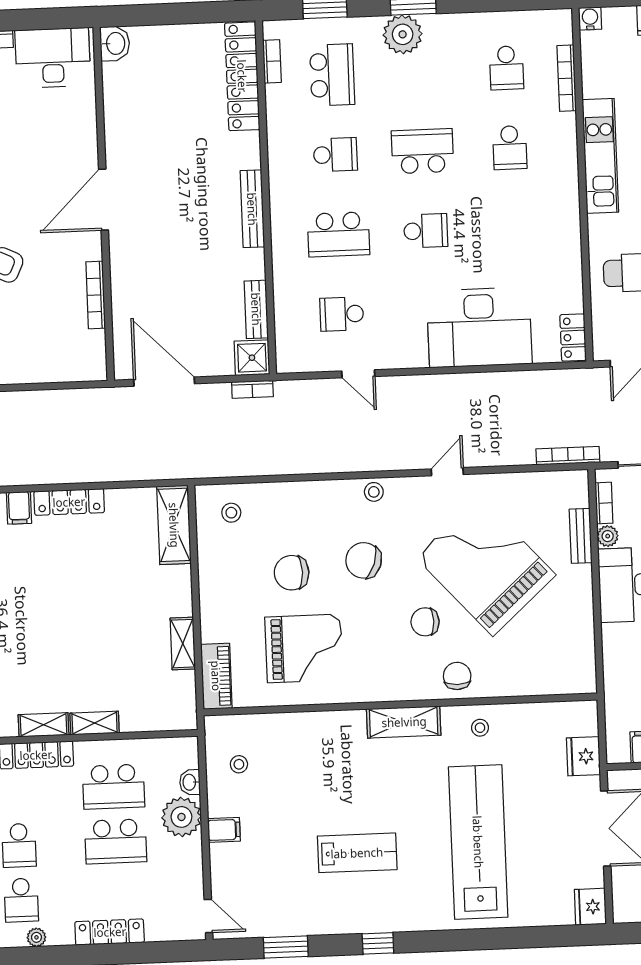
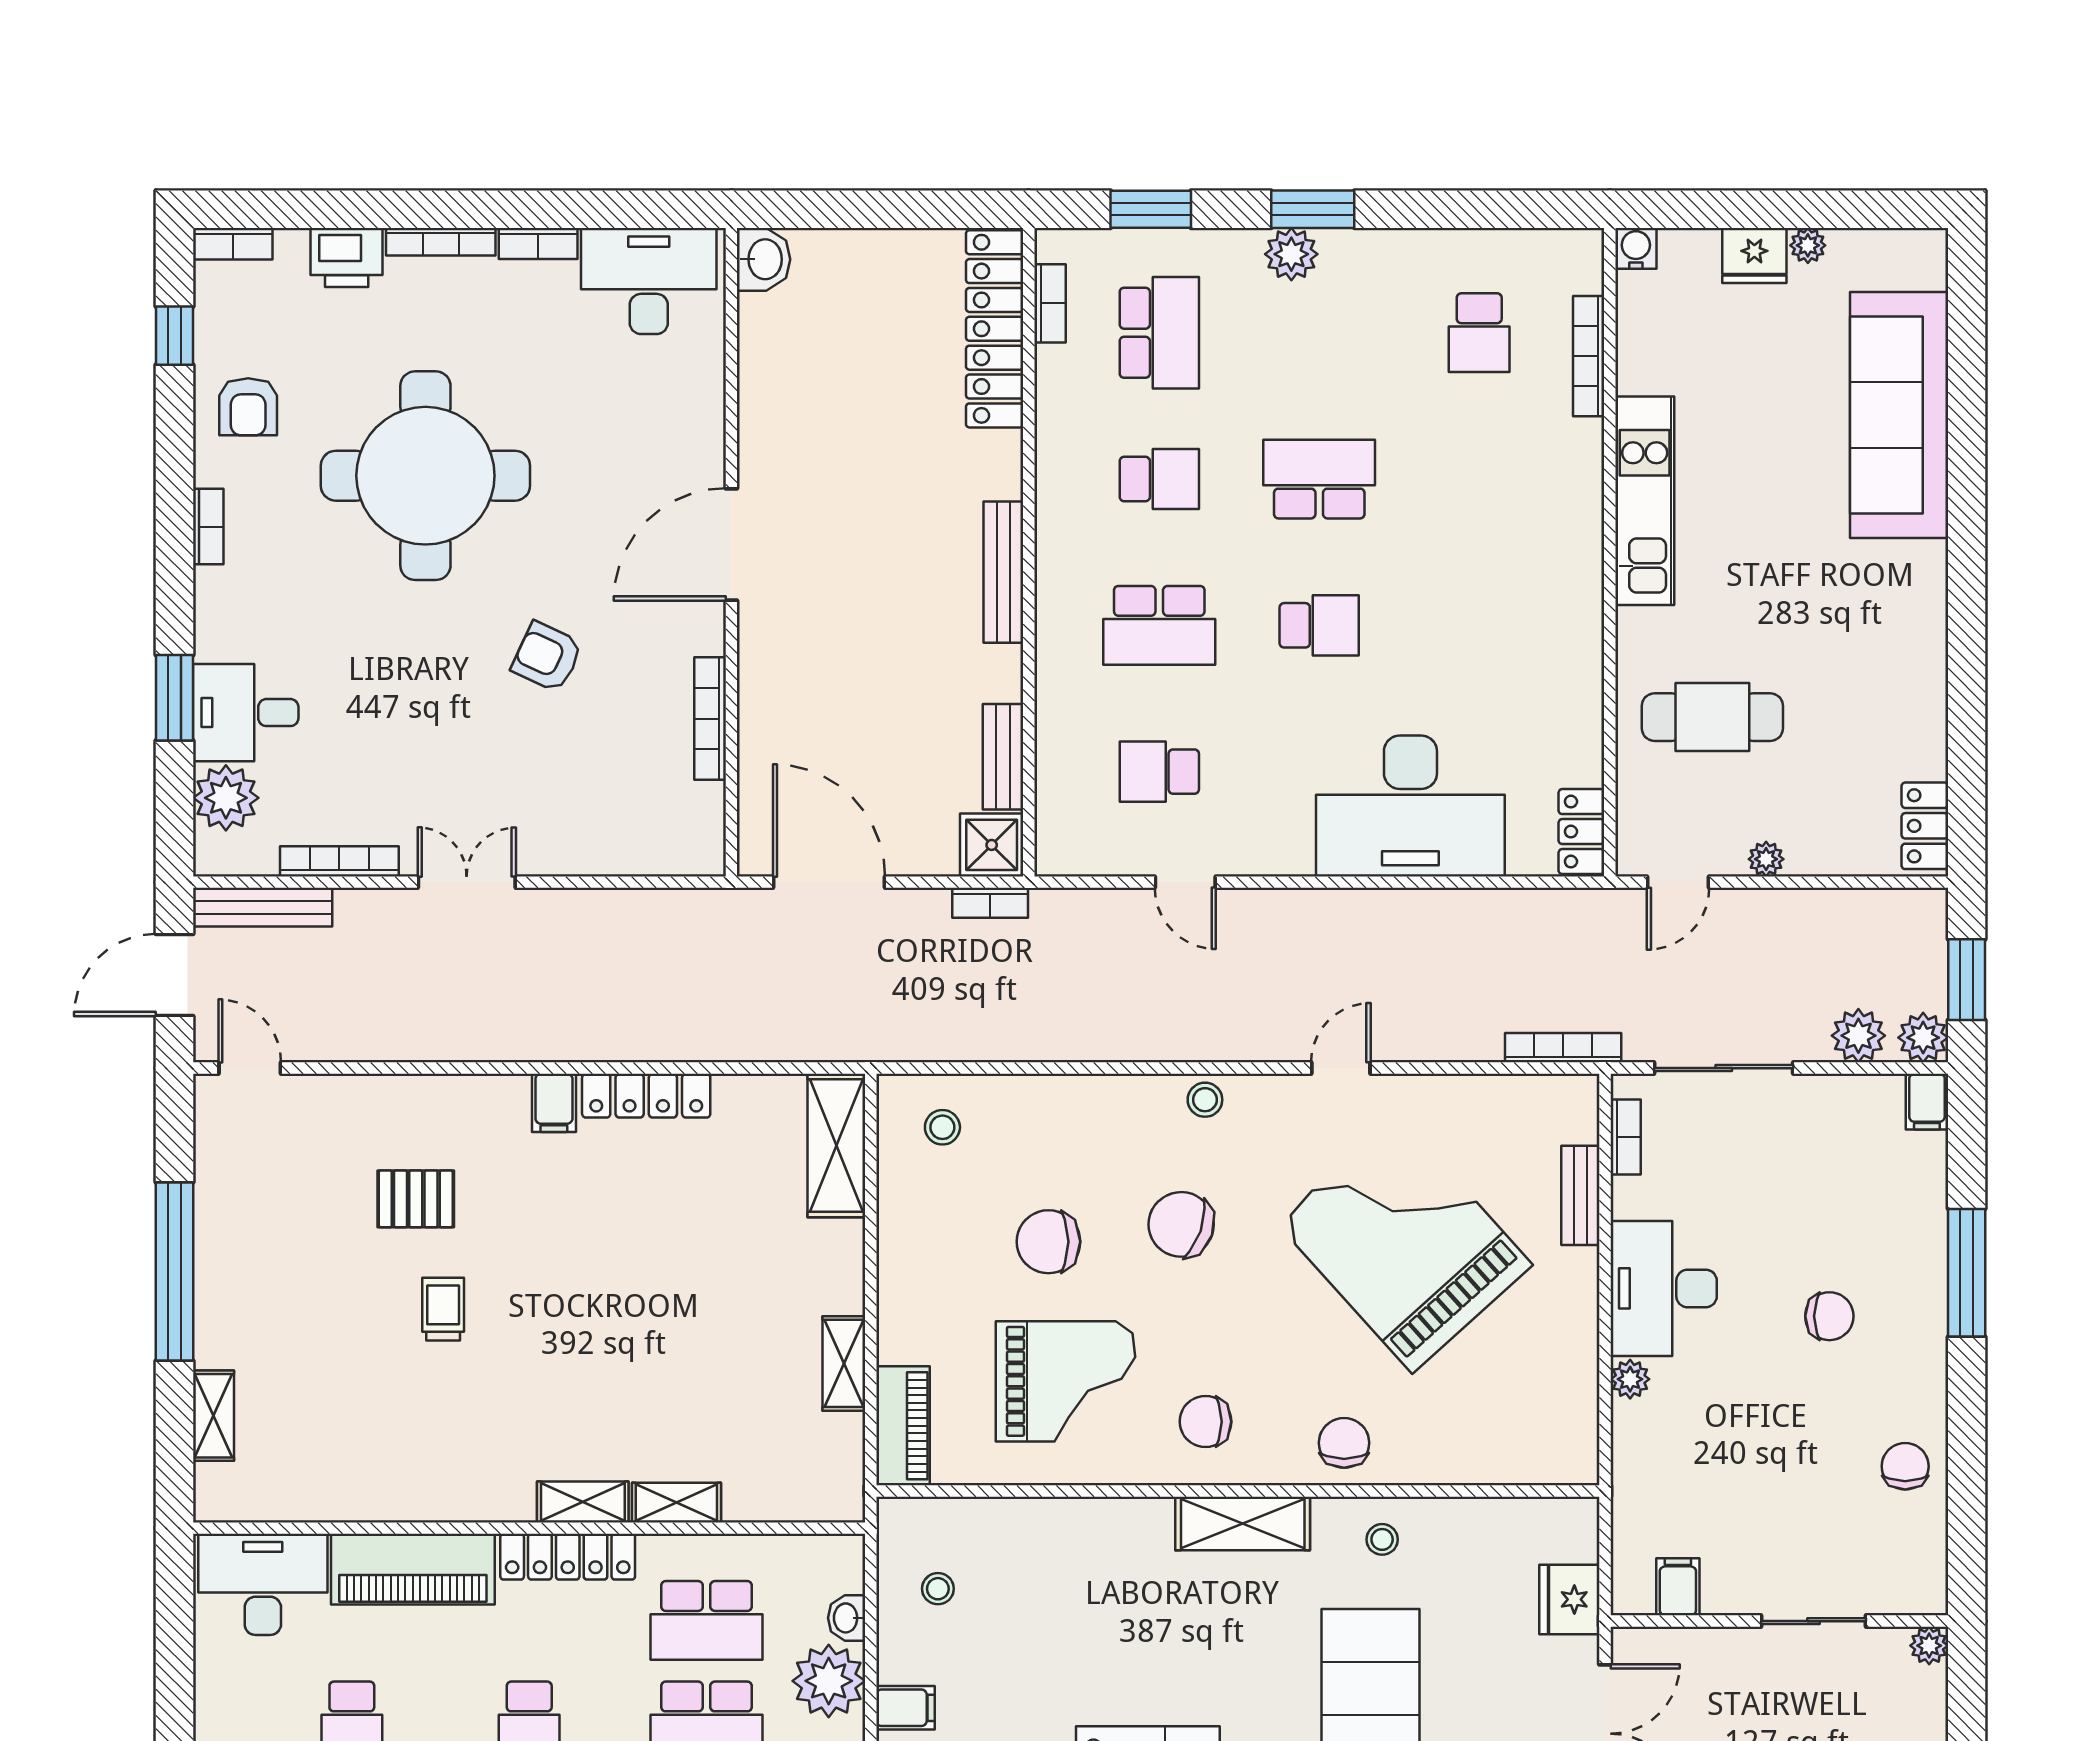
plant: (403, 34) -> (1291, 254), width x0.73, depth x0.73
school desk: (510, 148) -> (1479, 479), removed
plant: (608, 536) -> (1630, 1379), moved
chair: (425, 622) -> (1206, 1422), moved

